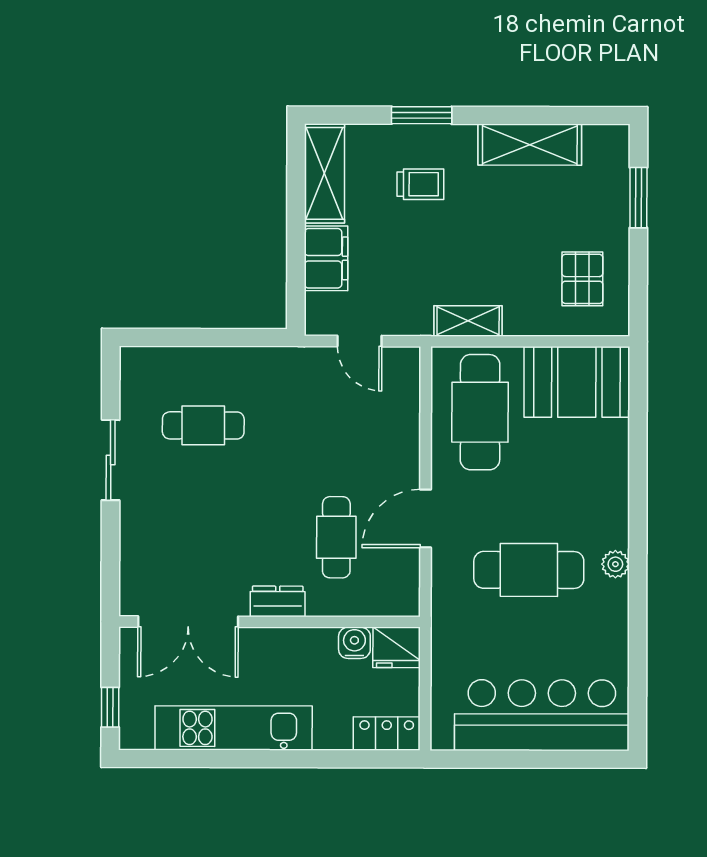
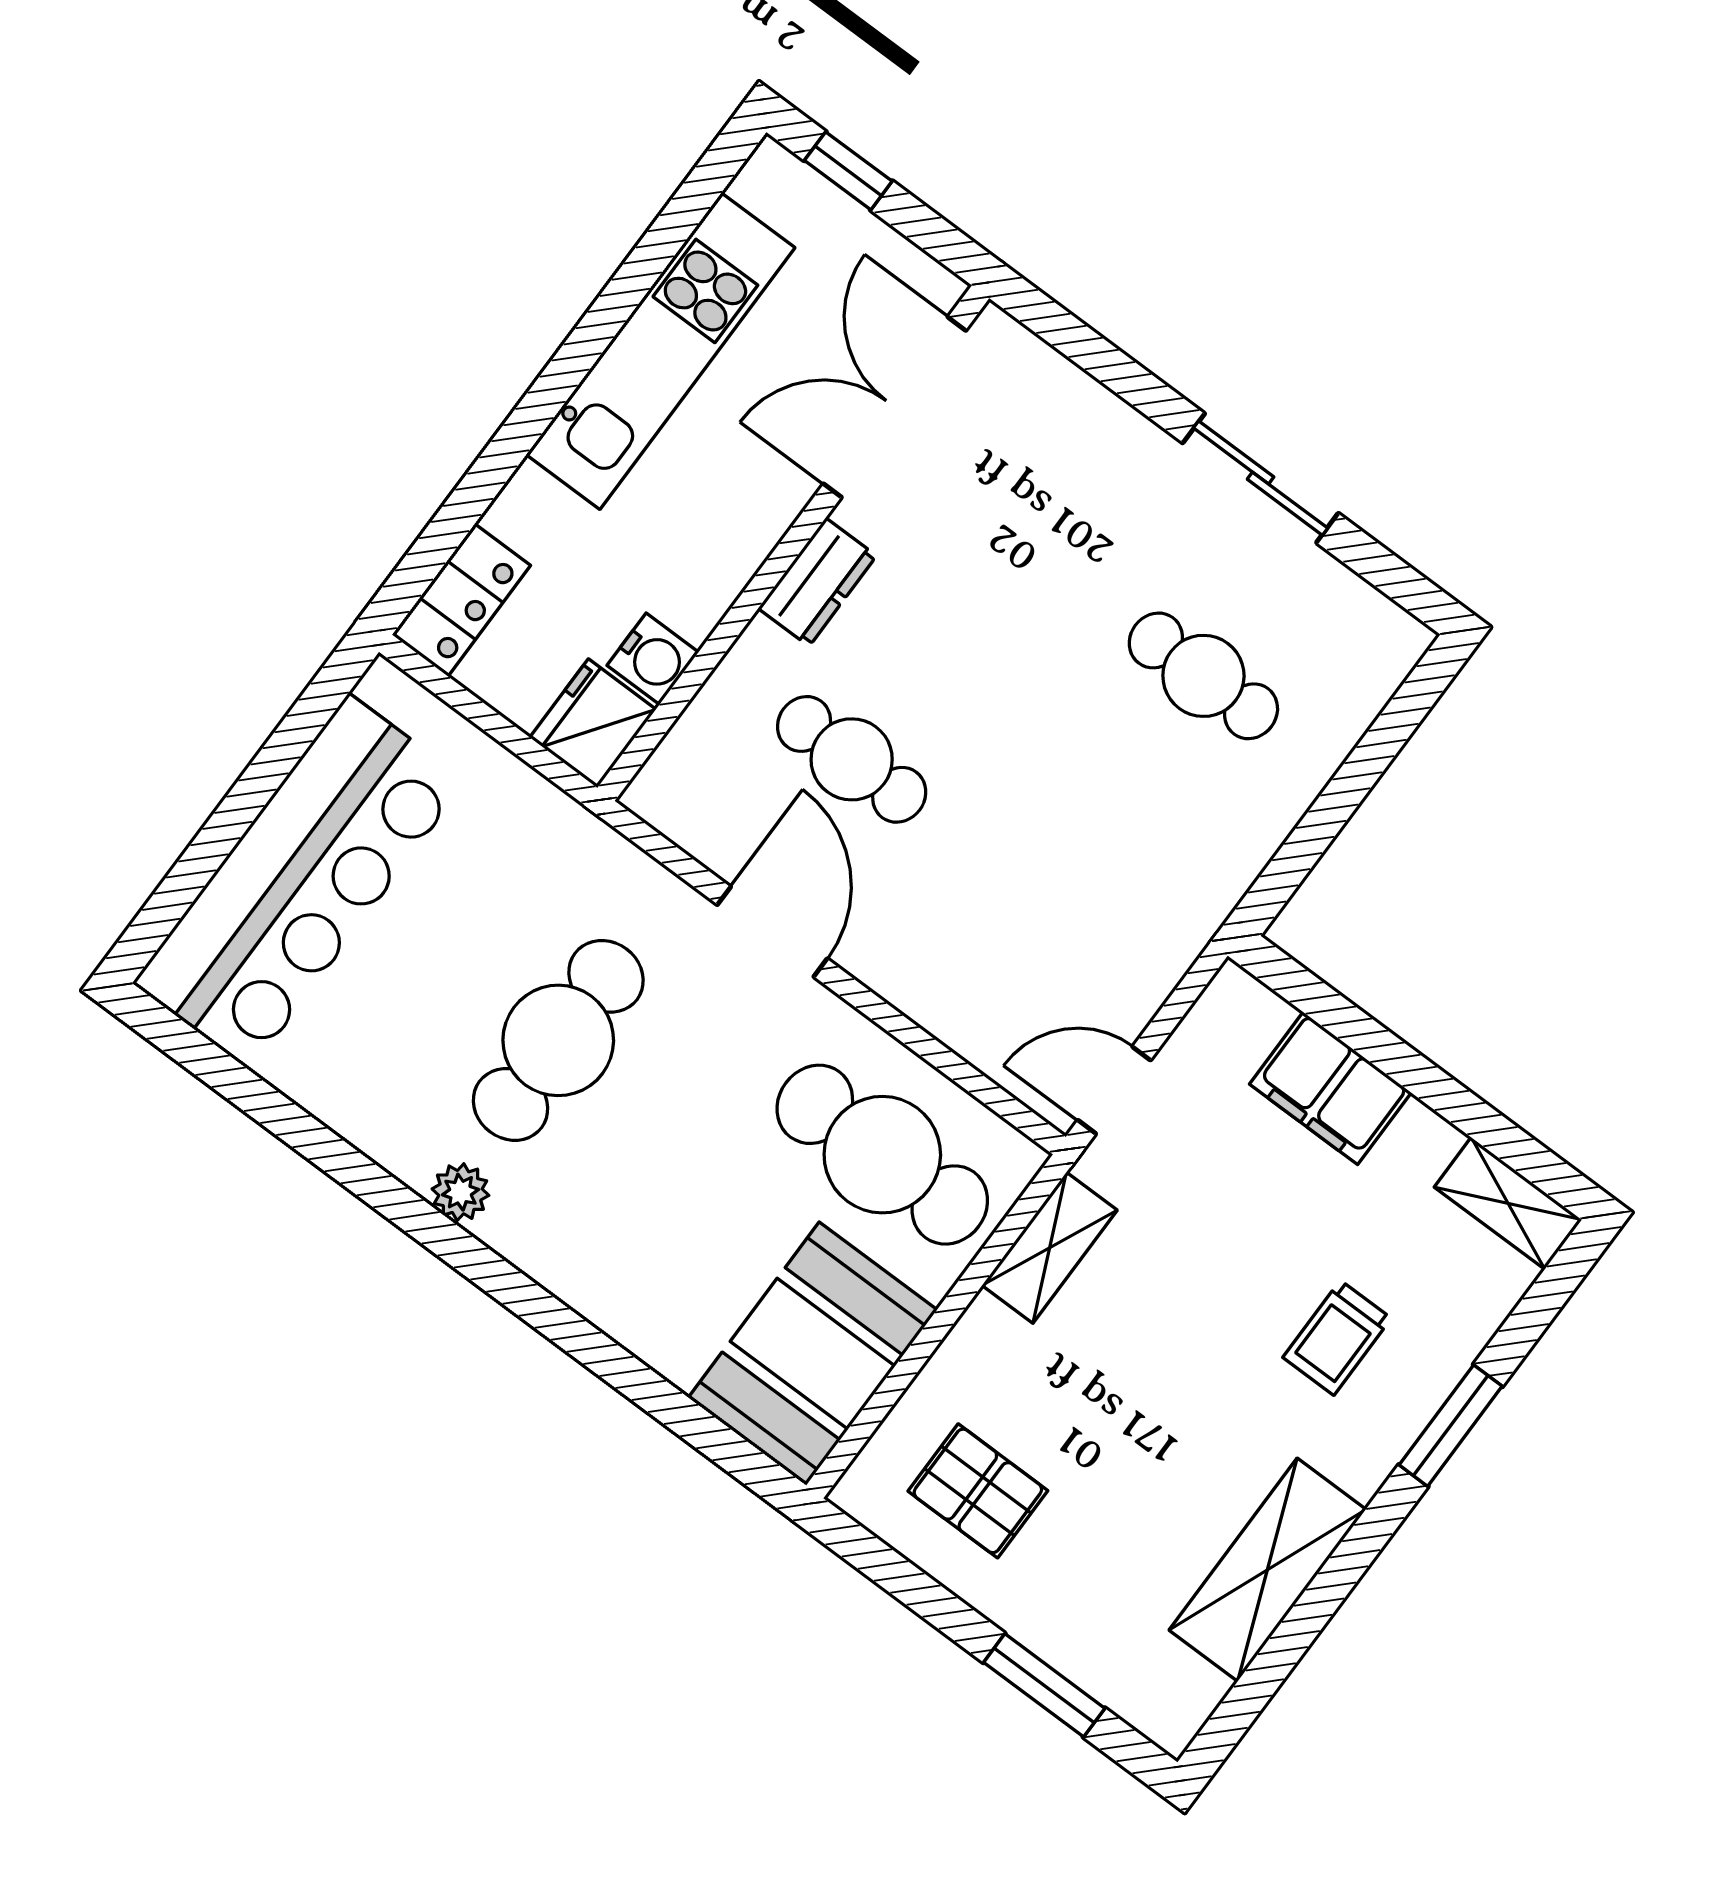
shelving: (324, 173) -> (1508, 1203), width x0.67, depth x0.75
door: (360, 341) -> (1114, 1090), moved
cafe table: (203, 425) -> (1203, 676), turned 90

